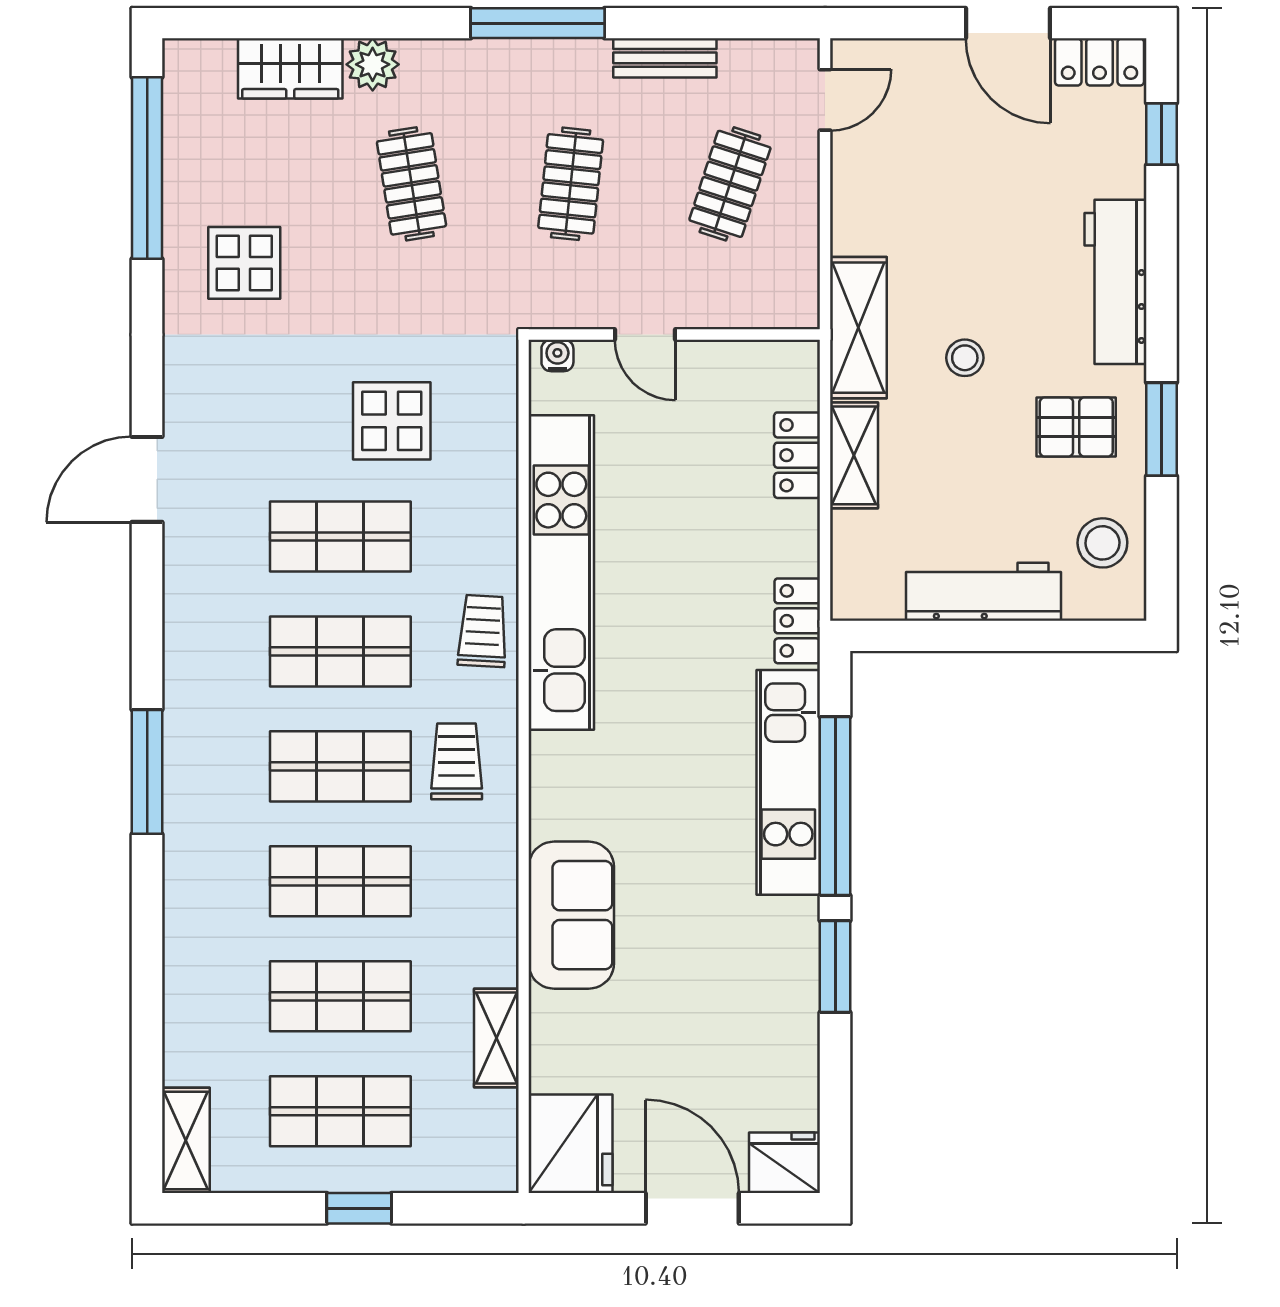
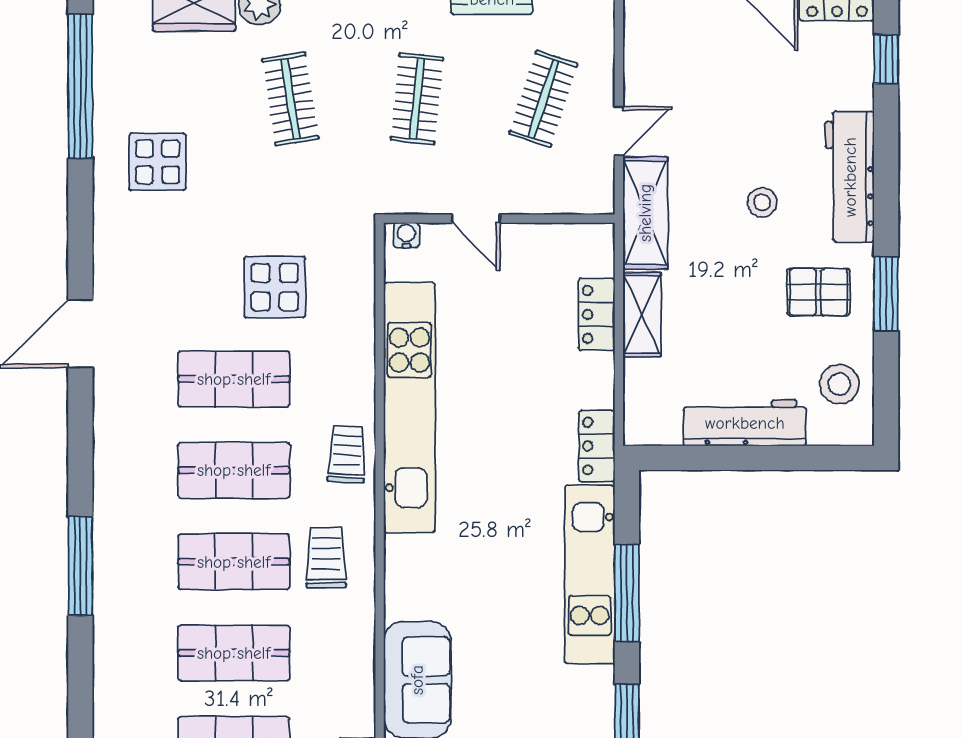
door: (825, 100) -> (619, 131), moved
stool: (965, 358) -> (762, 202), moved
window: (835, 806) -> (627, 593), width x0.68

